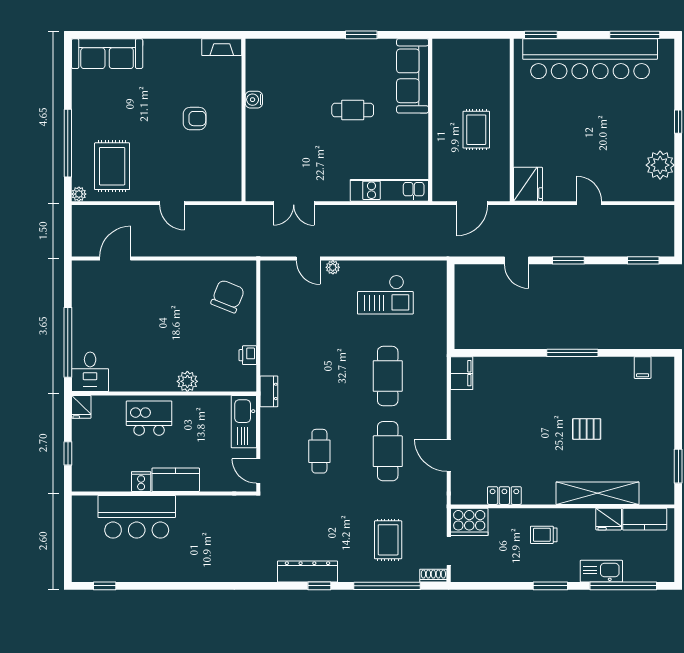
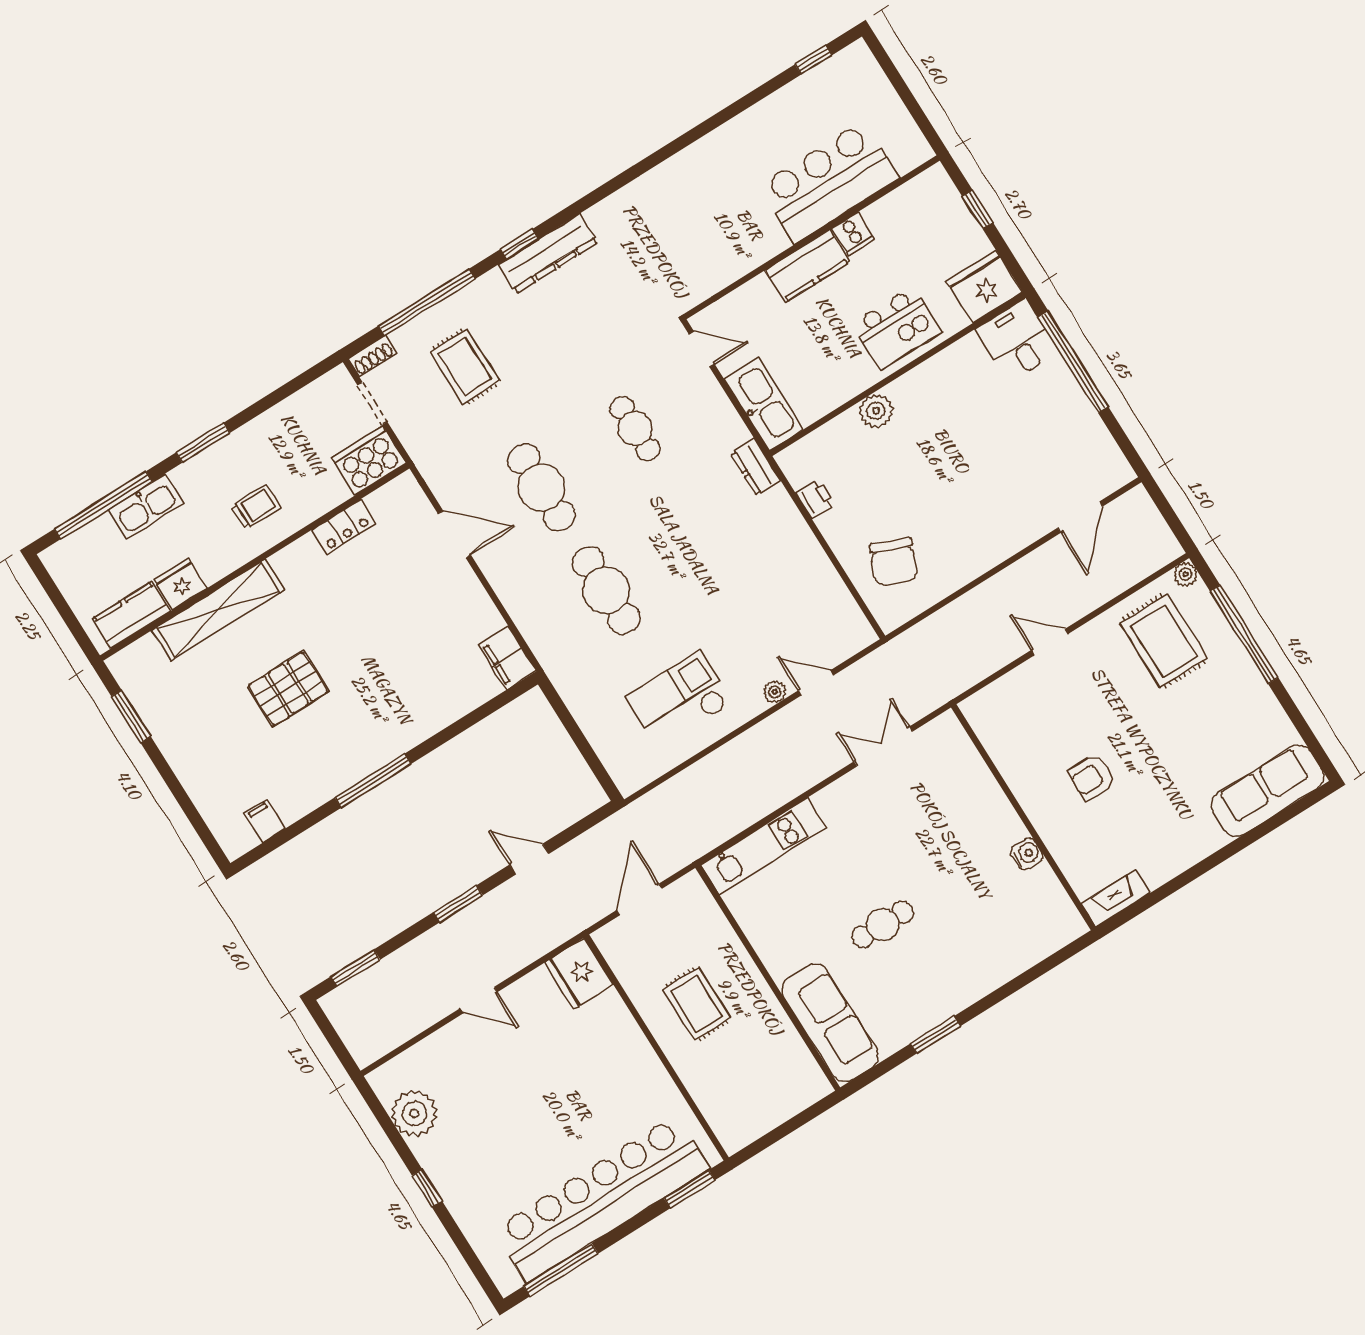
fridge: (81, 407) -> (984, 287), width x1.88, depth x1.34
pallet: (587, 429) -> (288, 689), width x1.50, depth x1.42

